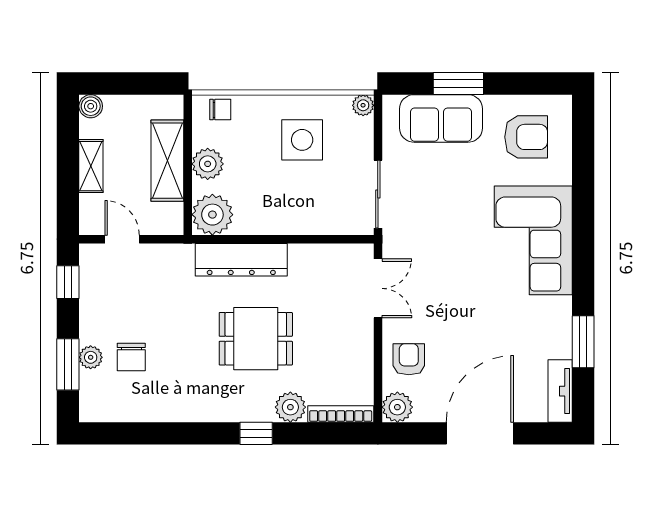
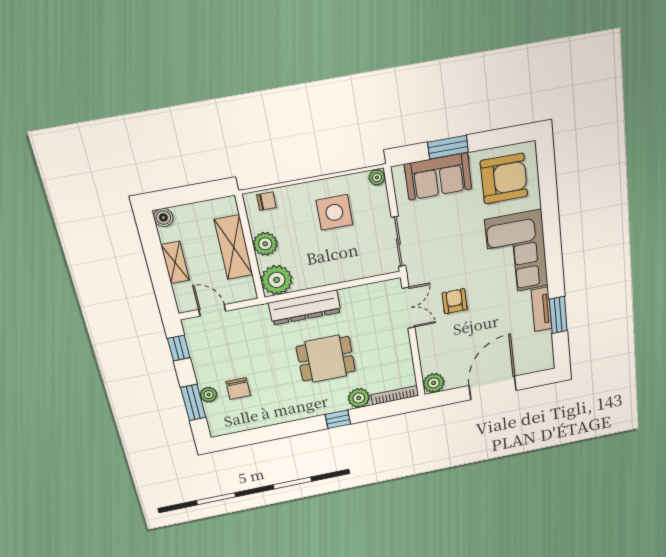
armchair: (526, 137) -> (504, 179), width x1.36, depth x1.36
armchair: (409, 359) -> (455, 301), moved
tv unit: (560, 391) -> (541, 309), moved

